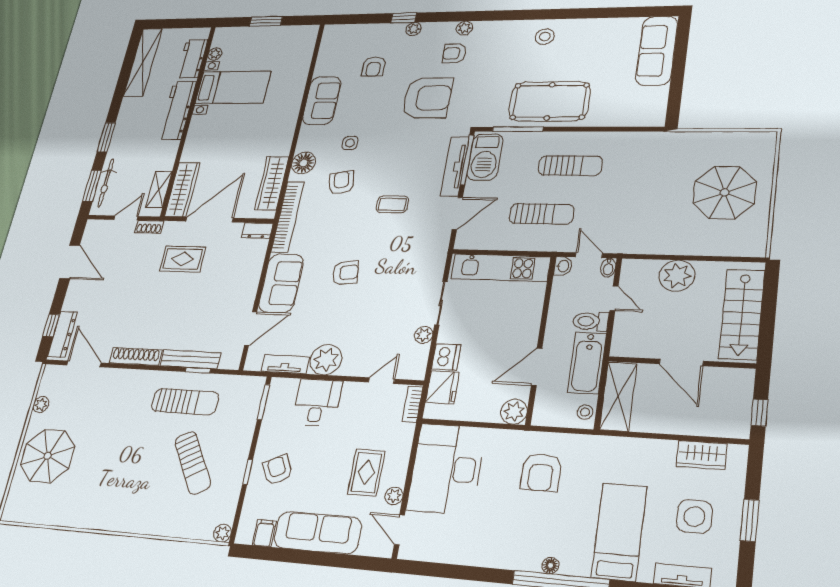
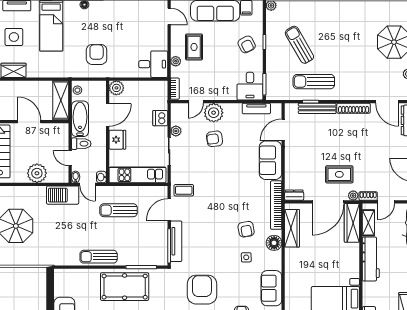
armchair: (427, 98) -> (202, 290), turned 90
workbench: (177, 110) -> (371, 259), moved
barbecue: (485, 157) -> (63, 195), moved, turned -90
sun lounger: (570, 166) -> (99, 257), moved
coffee table: (392, 204) -> (184, 190), moved
plant: (170, 228) -> (353, 196), added
armchair: (346, 273) -> (215, 139), moved
plant: (326, 360) -> (214, 113), moved
fridge: (442, 387) -> (117, 140), moved, turned 180
desk: (317, 402) -> (250, 86), moved
desk: (446, 469) -> (153, 64), width x0.53, depth x0.77
plant: (394, 496) -> (176, 61), moved

